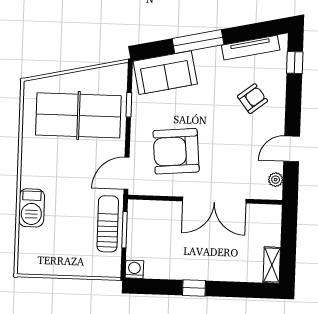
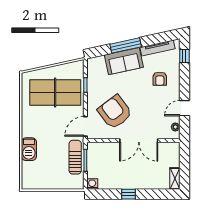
sofa: (165, 73) -> (124, 61), moved
armchair: (252, 99) -> (160, 79), turned 128
armchair: (176, 151) -> (115, 112), turned 58

